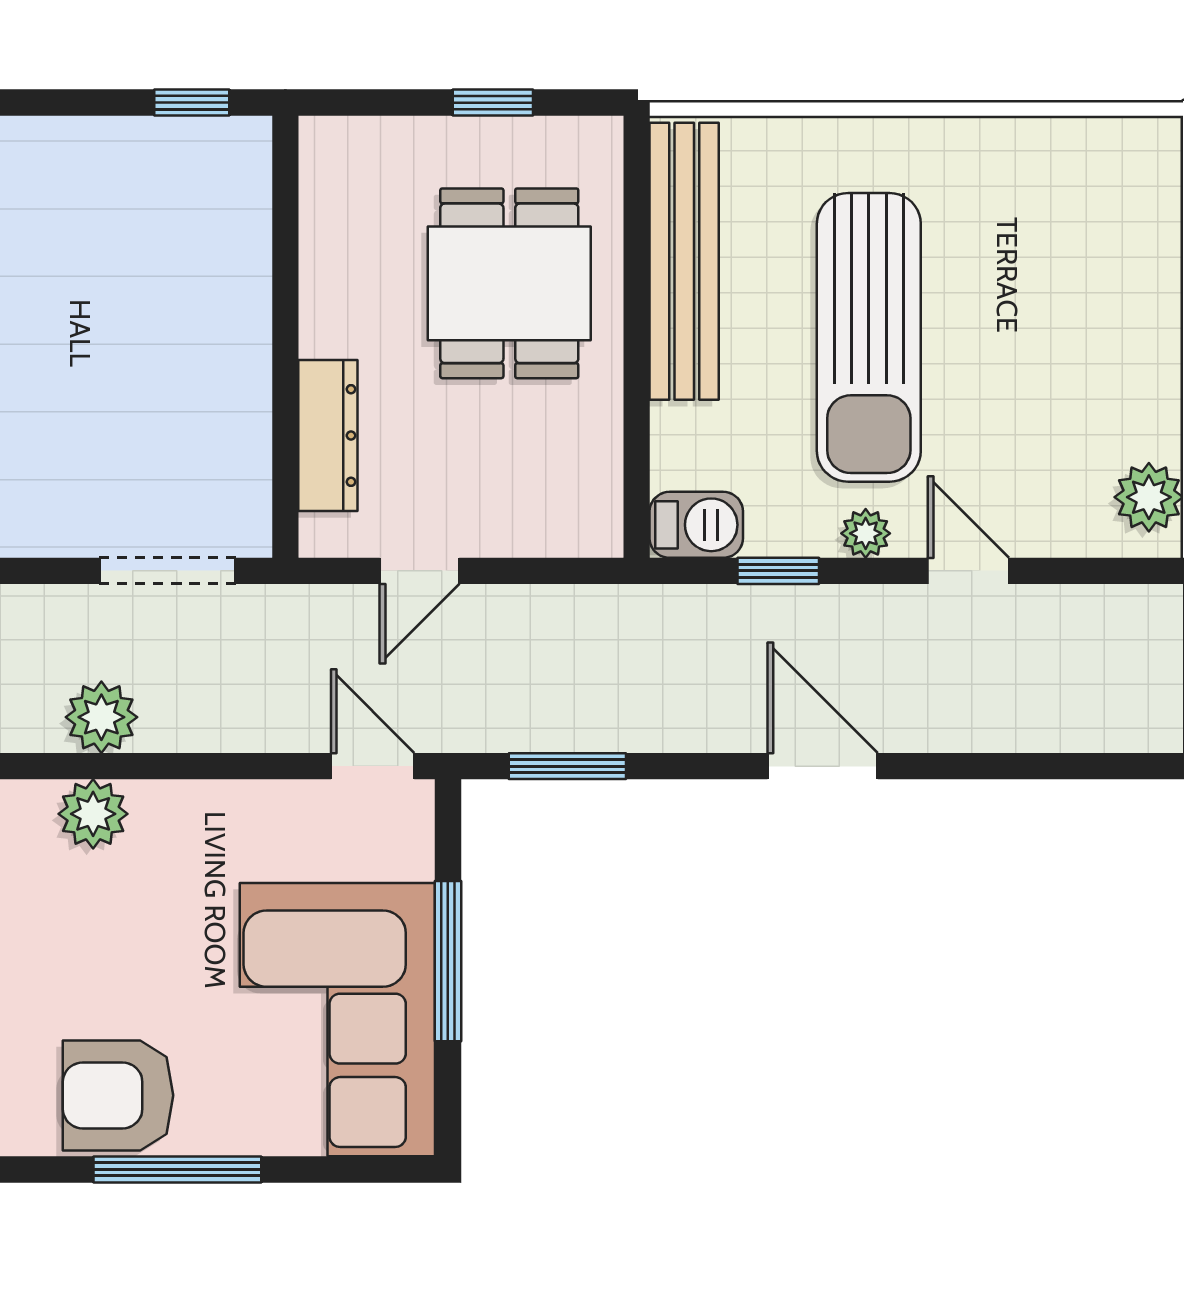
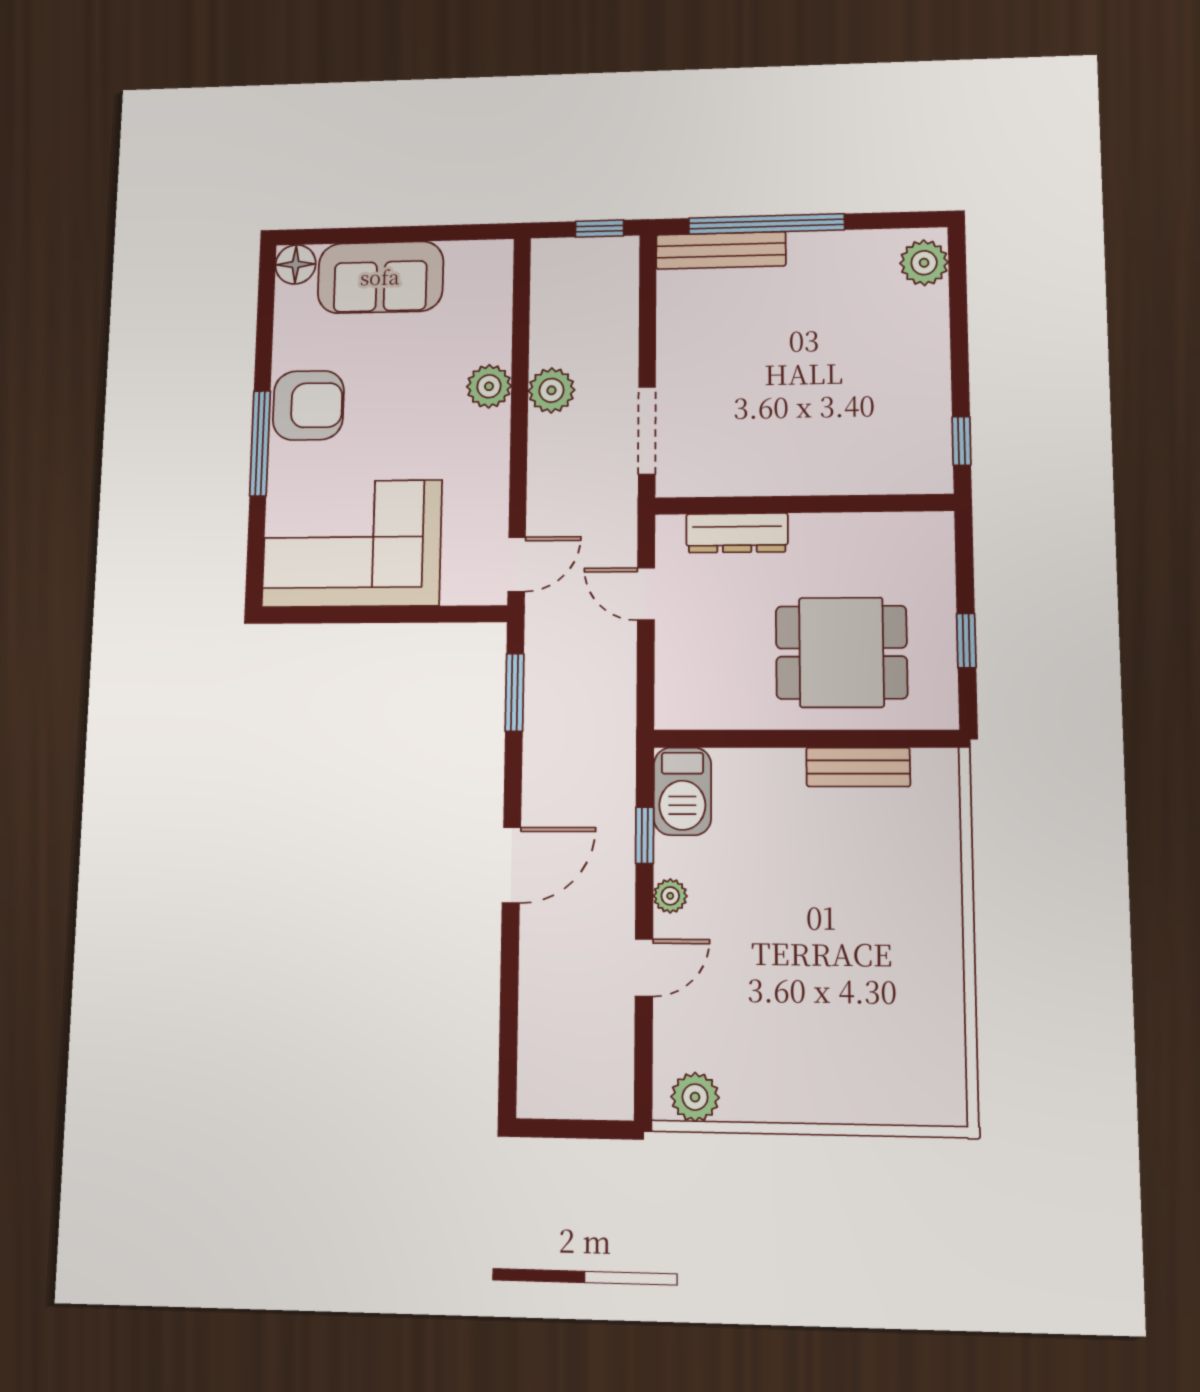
bench: (684, 261) -> (858, 767), width x0.54, depth x0.82
sun lounger: (869, 337) -> (807, 899), removed
barbecue: (696, 525) -> (682, 791), width x1.38, depth x1.27
window: (448, 961) -> (388, 615), removed
armchair: (118, 1095) -> (308, 405), turned 90

